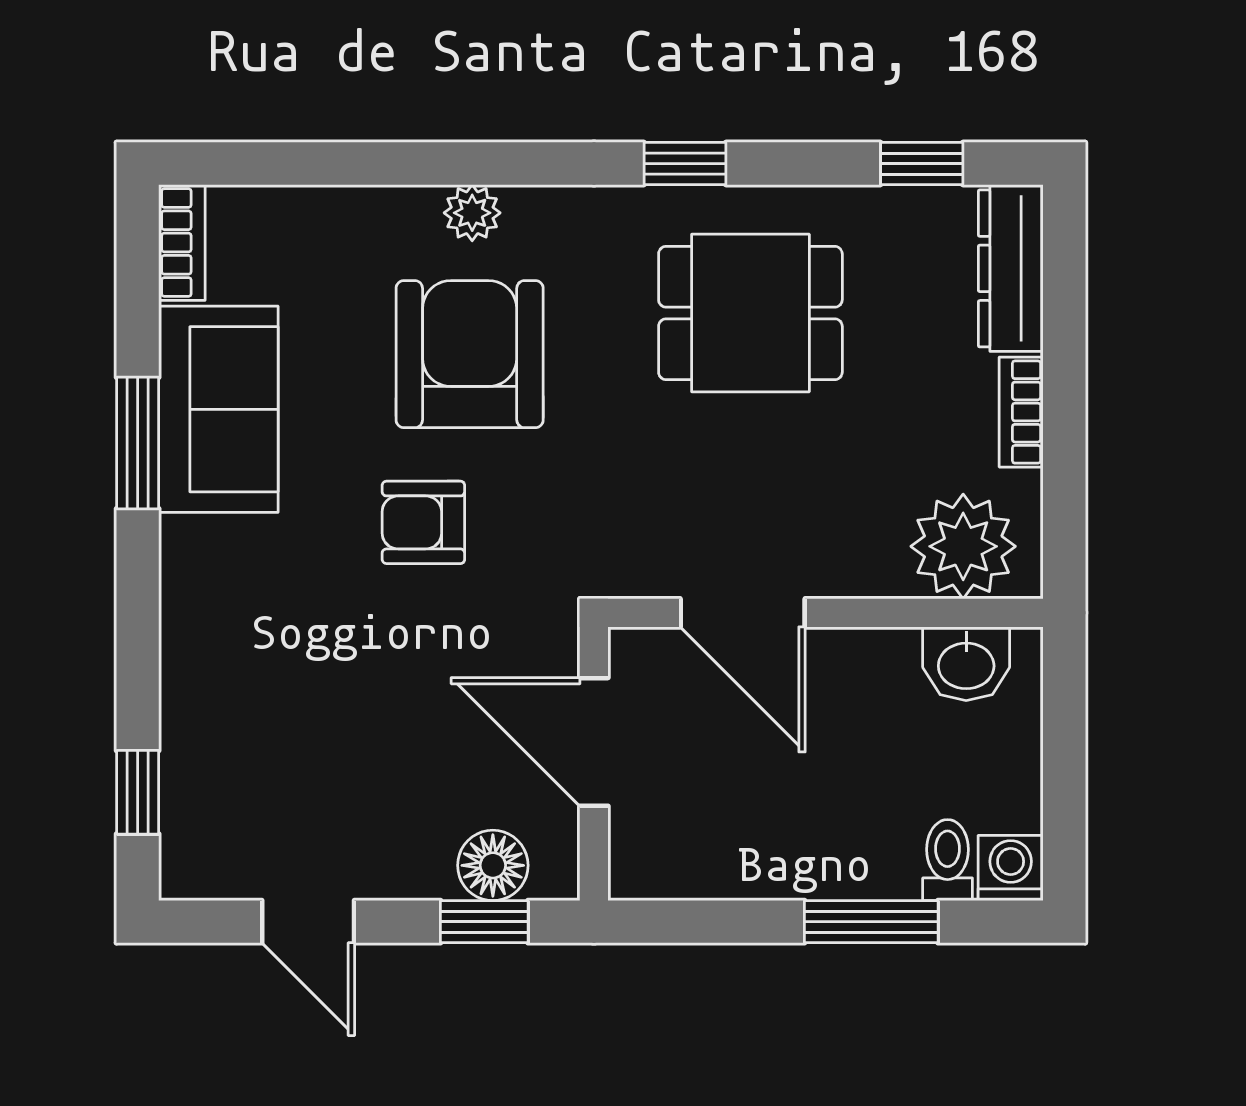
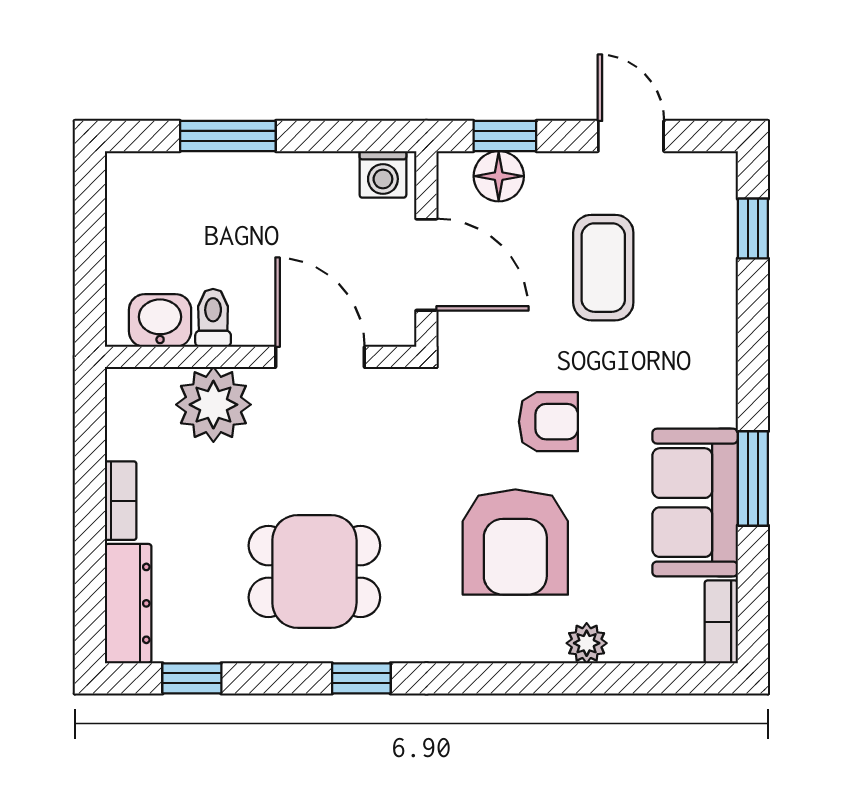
plant: (472, 213) -> (587, 643), moved
plant: (963, 546) -> (213, 405), moved
coffee table: (347, 738) -> (603, 268), added
toilet: (948, 860) -> (213, 318), moved, turned 180
washing machine: (1011, 868) -> (383, 174), moved

